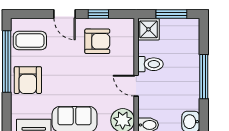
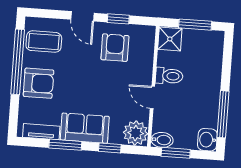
armchair: (97, 41) -> (115, 48), turned -90
window: (204, 77) -> (223, 114), moved
armchair: (28, 80) -> (39, 83), turned -90

